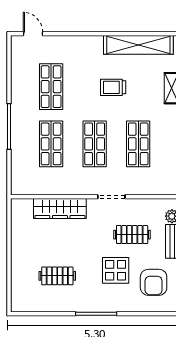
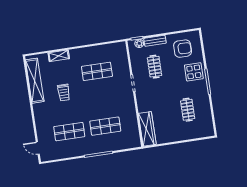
door: (33, 34) -> (38, 148), hinge flipped
shop shelf: (95, 144) -> (101, 99), removed
wardrobe: (60, 209) -> (147, 129), moved
display table: (116, 270) -> (194, 72), moved

